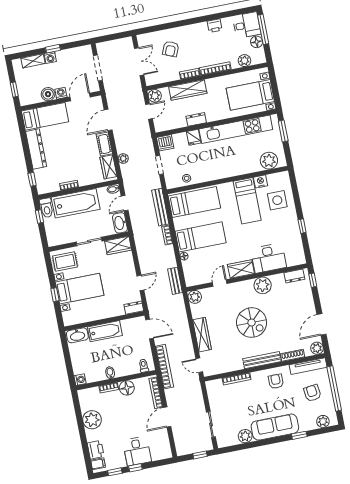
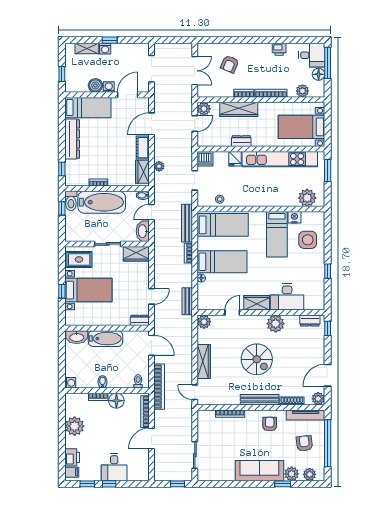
plant: (245, 436) -> (292, 474), moved

